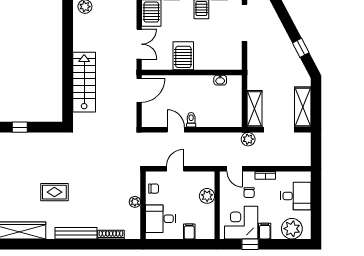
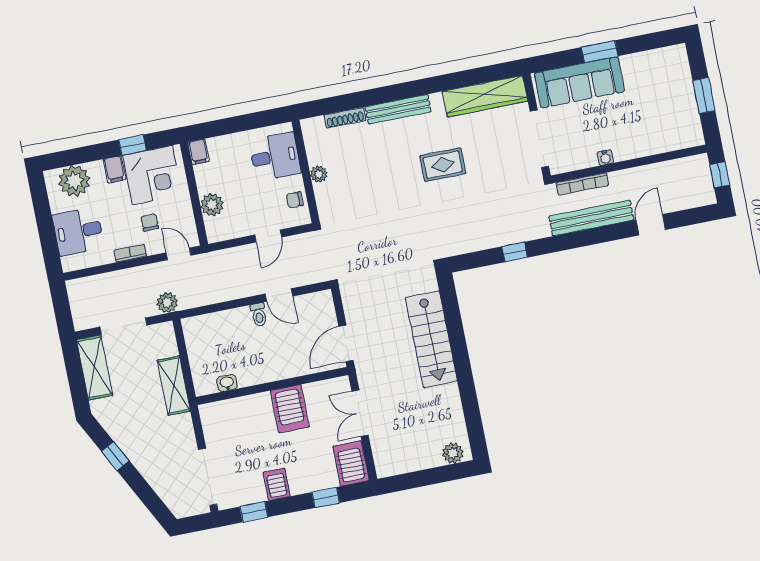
shelving: (254, 109) -> (174, 386), moved
filing cabinet: (189, 231) -> (199, 152), moved

